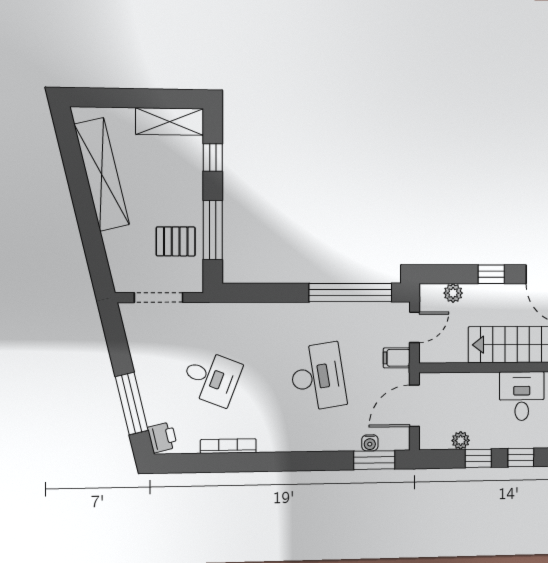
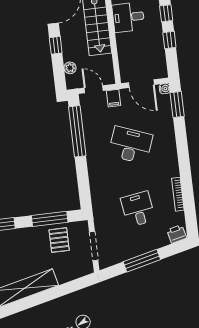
desk: (318, 377) -> (130, 145), turned 30
desk: (211, 378) -> (138, 209), turned -30
window: (132, 403) -> (142, 261), moved
plant: (461, 440) -> (160, 52), removed
water cooler: (370, 443) -> (165, 89), moved

